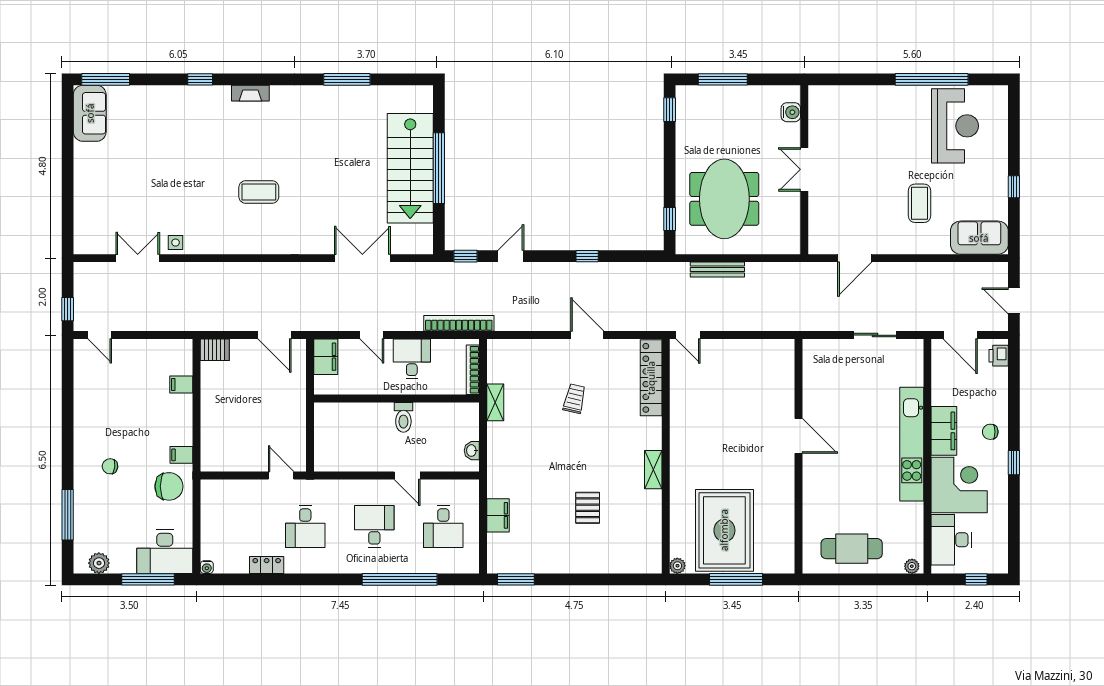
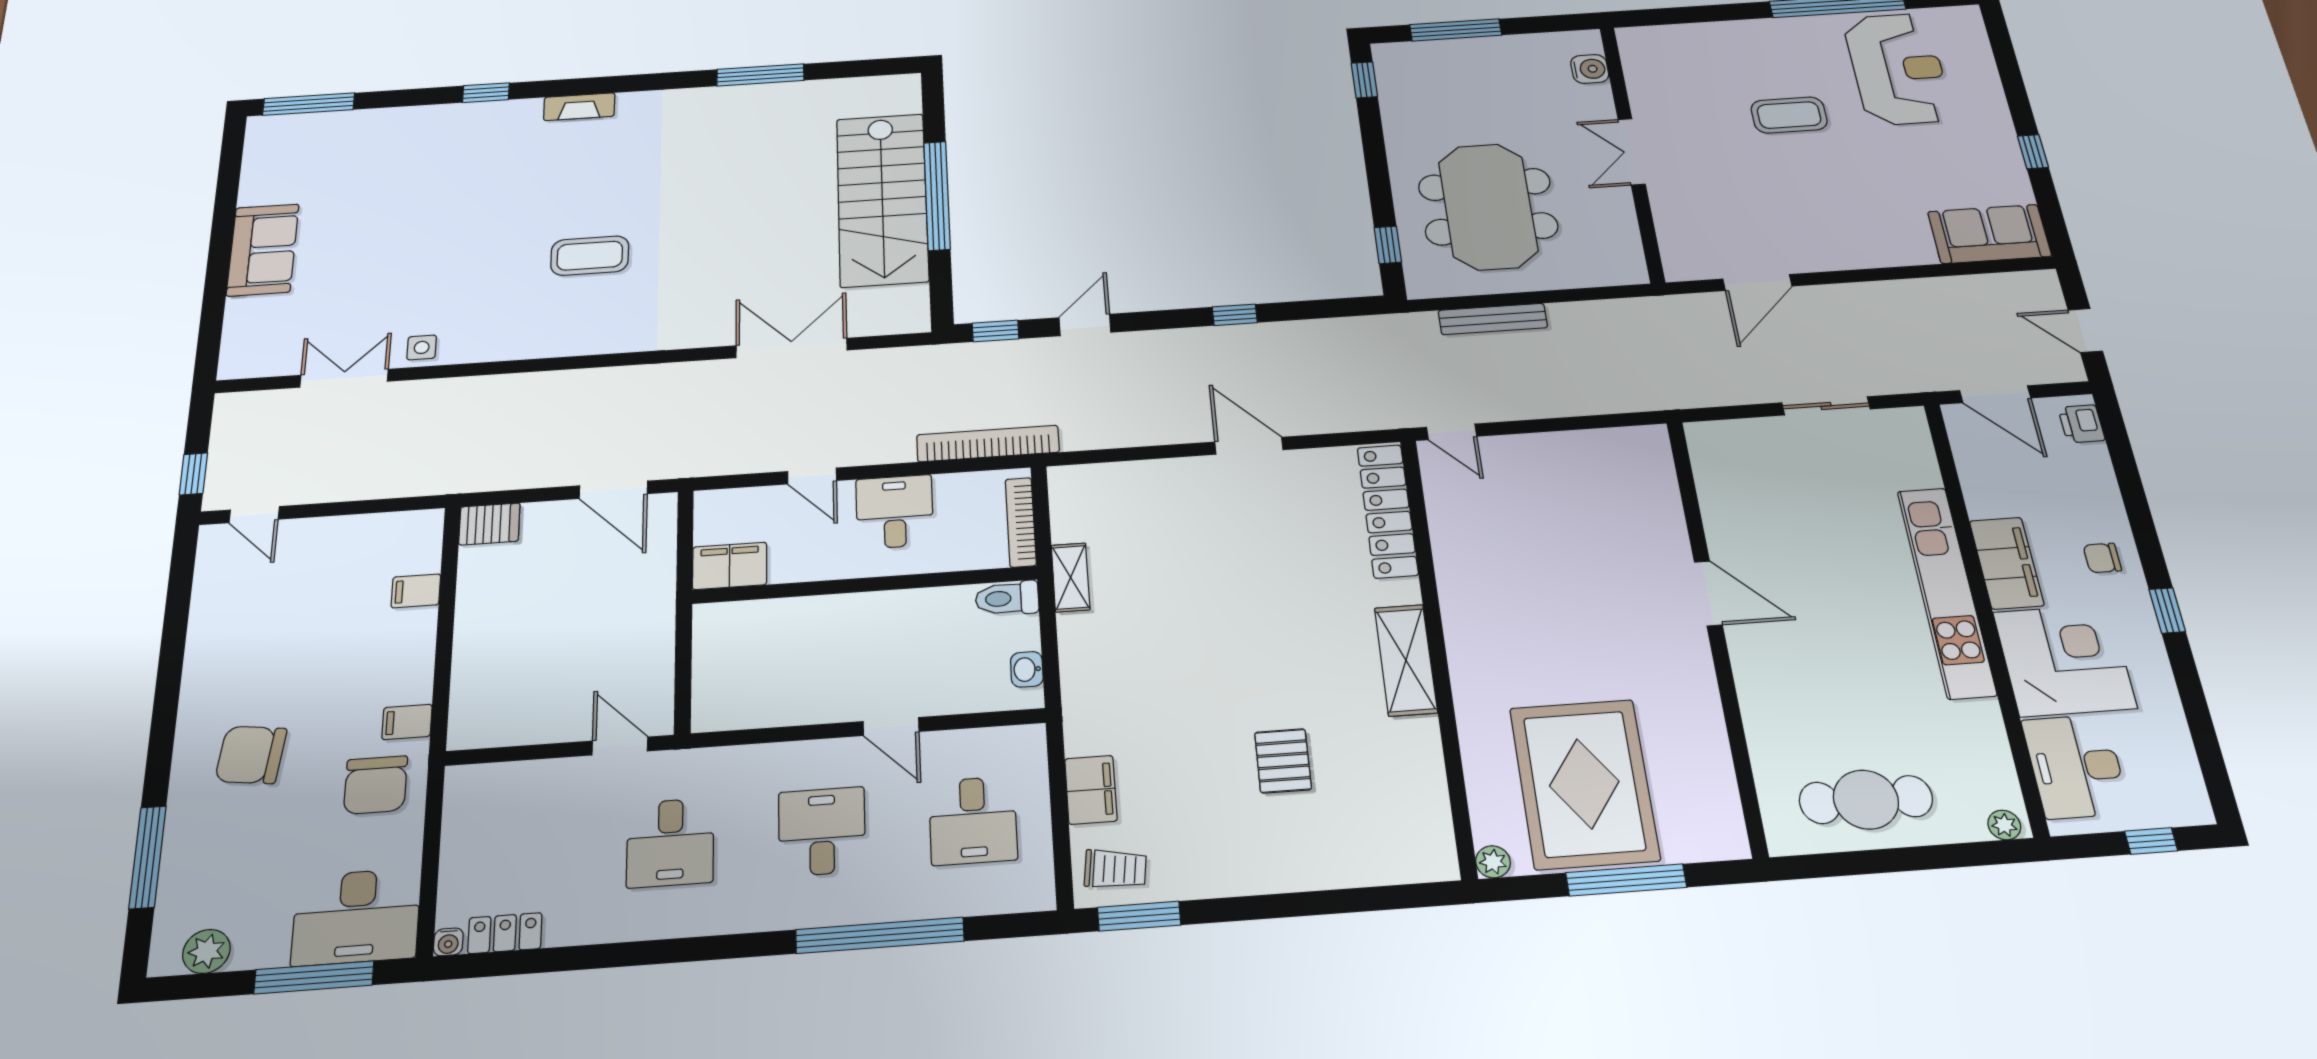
sofa: (90, 113) -> (263, 250), moved
coffee table: (920, 203) -> (1789, 115), moved, turned 90
filing cabinet: (326, 357) -> (730, 566), moved, turned -90
trolley: (574, 399) -> (1115, 869), moved, turned 84
toilet: (403, 417) -> (1007, 598), moved, turned 90
chair: (110, 466) -> (251, 755), width x1.87, depth x1.87
shelving: (653, 470) -> (1406, 660), width x1.50, depth x1.33
chair: (169, 486) -> (376, 785), turned 90
locker: (267, 565) -> (505, 933), moved

